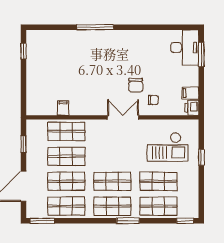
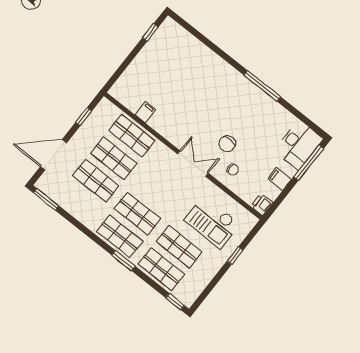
window: (95, 27) -> (262, 86), moved
window: (201, 54) -> (309, 163), width x1.44
filing cabinet: (190, 93) -> (280, 179), moved
shop shelf: (66, 206) -> (78, 203), removed

